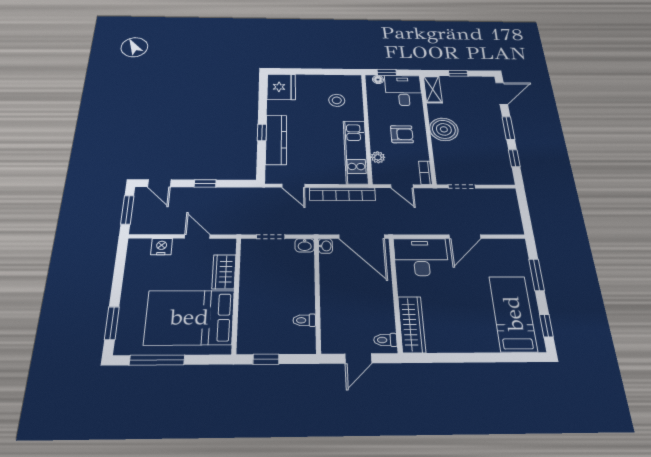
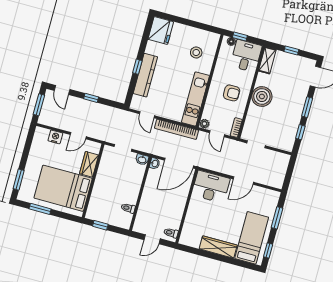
plant: (378, 157) -> (204, 124), moved
door: (197, 236) -> (78, 136), swing flipped
door: (362, 237) -> (179, 163), hinge flipped
wardrobe: (412, 324) -> (218, 247), moved, turned -90
window: (157, 360) -> (40, 209), width x0.69

